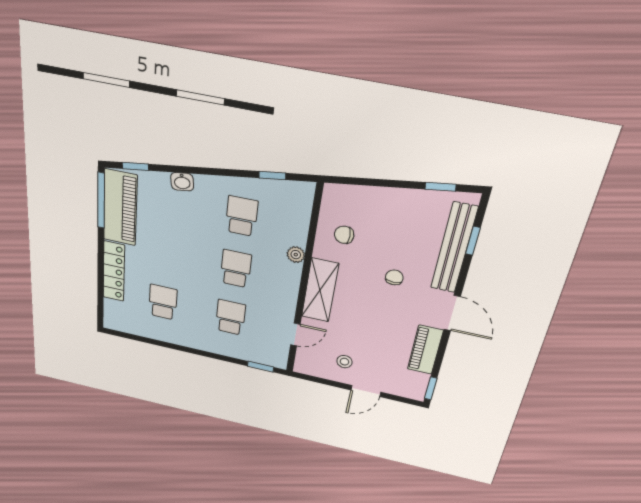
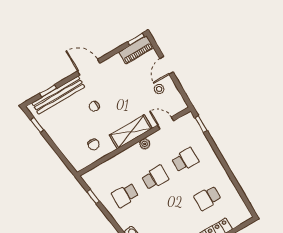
plant: (296, 255) -> (145, 144), moved
school desk: (236, 269) -> (155, 178), turned 180
door: (452, 313) -> (89, 67), hinge flipped
school desk: (230, 317) -> (185, 160), turned 180
piano: (425, 350) -> (136, 50), moved
door: (366, 391) -> (166, 65), swing flipped

